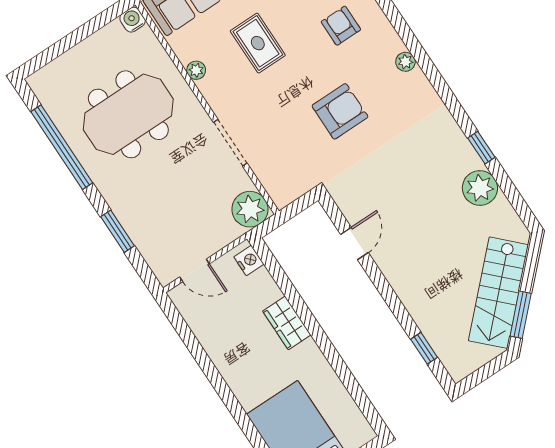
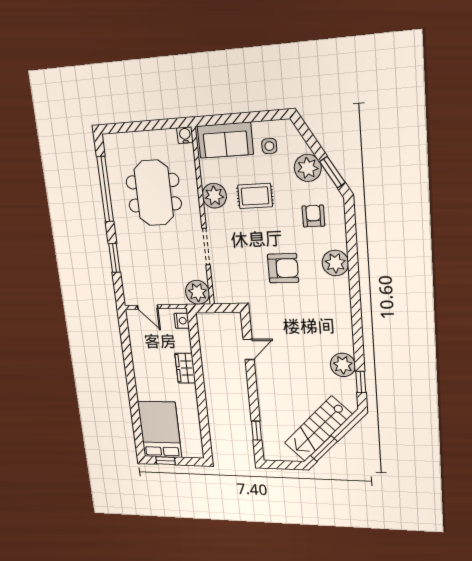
rug: (258, 43) -> (255, 196), turned 90
plant: (405, 62) -> (335, 263), width x1.88, depth x1.88
plant: (196, 70) -> (214, 196), width x1.87, depth x1.87
meeting table: (128, 114) -> (154, 193), turned 90
window: (481, 148) -> (361, 382), moved

